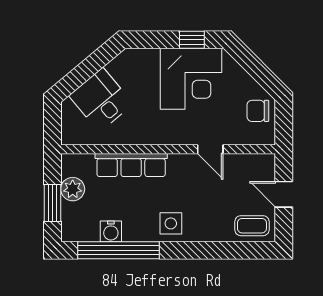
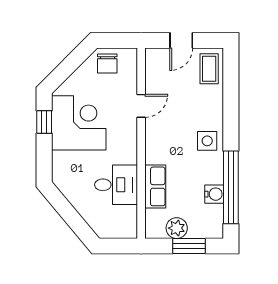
desk: (101, 100) -> (116, 185), moved, turned -140
row of seats: (131, 165) -> (155, 186), width x0.68

